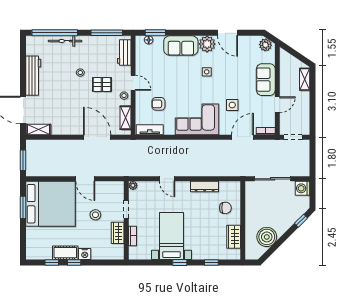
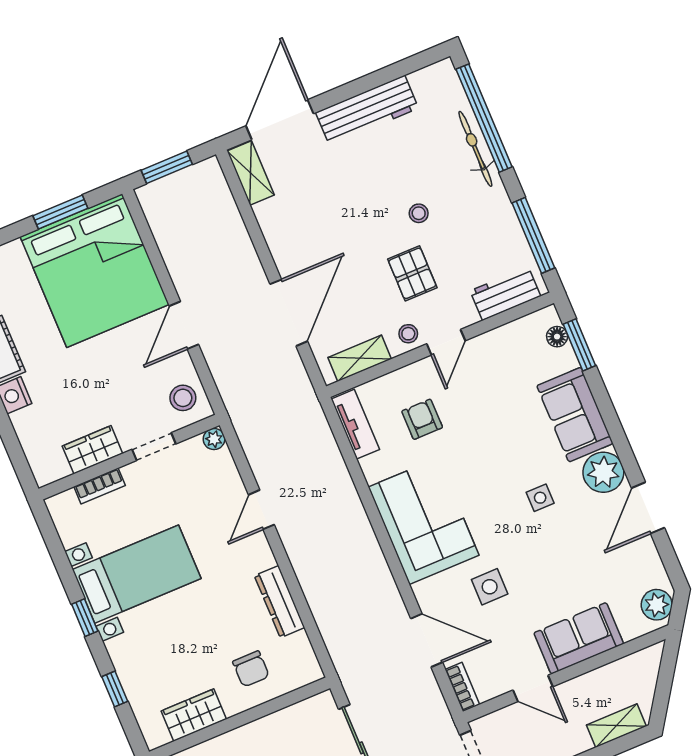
stool: (95, 215) -> (183, 398), moved

